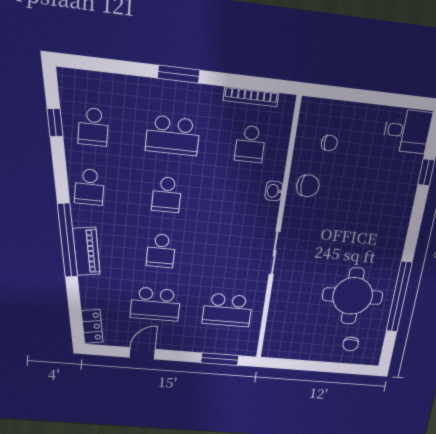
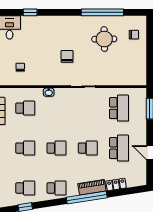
school desk: (173, 136) -> (25, 148), width x0.54
chair: (308, 186) -> (67, 56), moved
round table: (353, 296) -> (104, 39), width x0.73, depth x0.73
locker: (92, 326) -> (116, 184), moved

